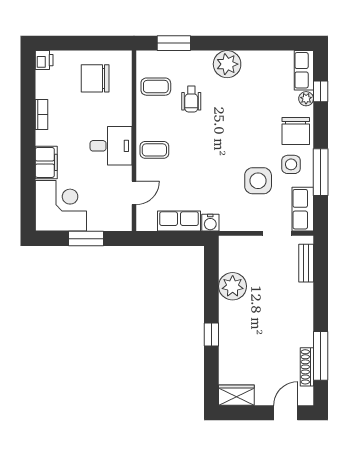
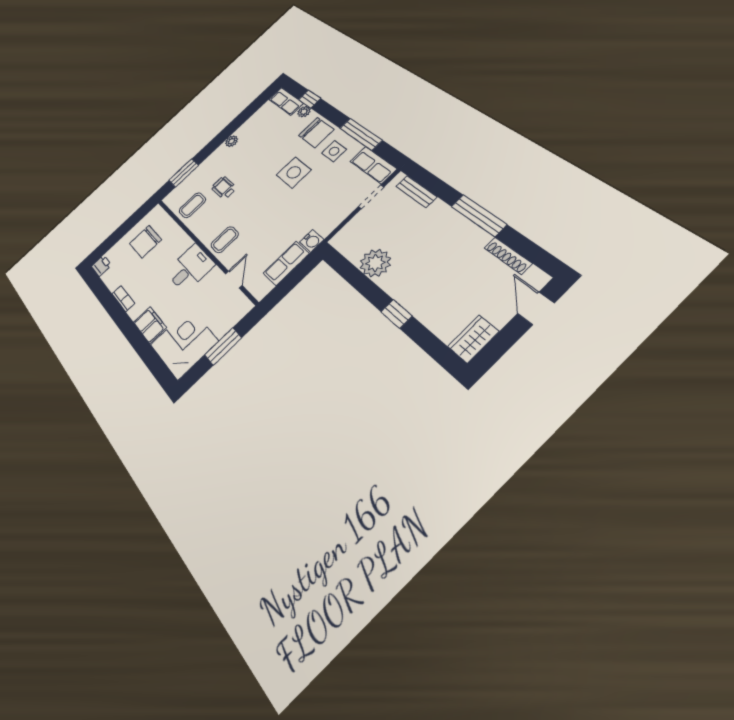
plant: (227, 64) -> (232, 141), width x0.53, depth x0.53
wheelchair: (191, 99) -> (224, 188), turned 180
side table: (258, 181) -> (294, 172), moved
window: (321, 356) -> (479, 215), moved

